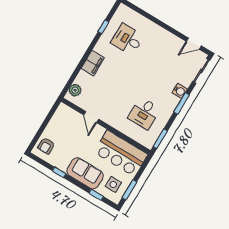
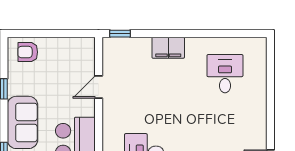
window: (103, 27) -> (120, 34), moved
plant: (75, 90) -> (120, 46), removed

